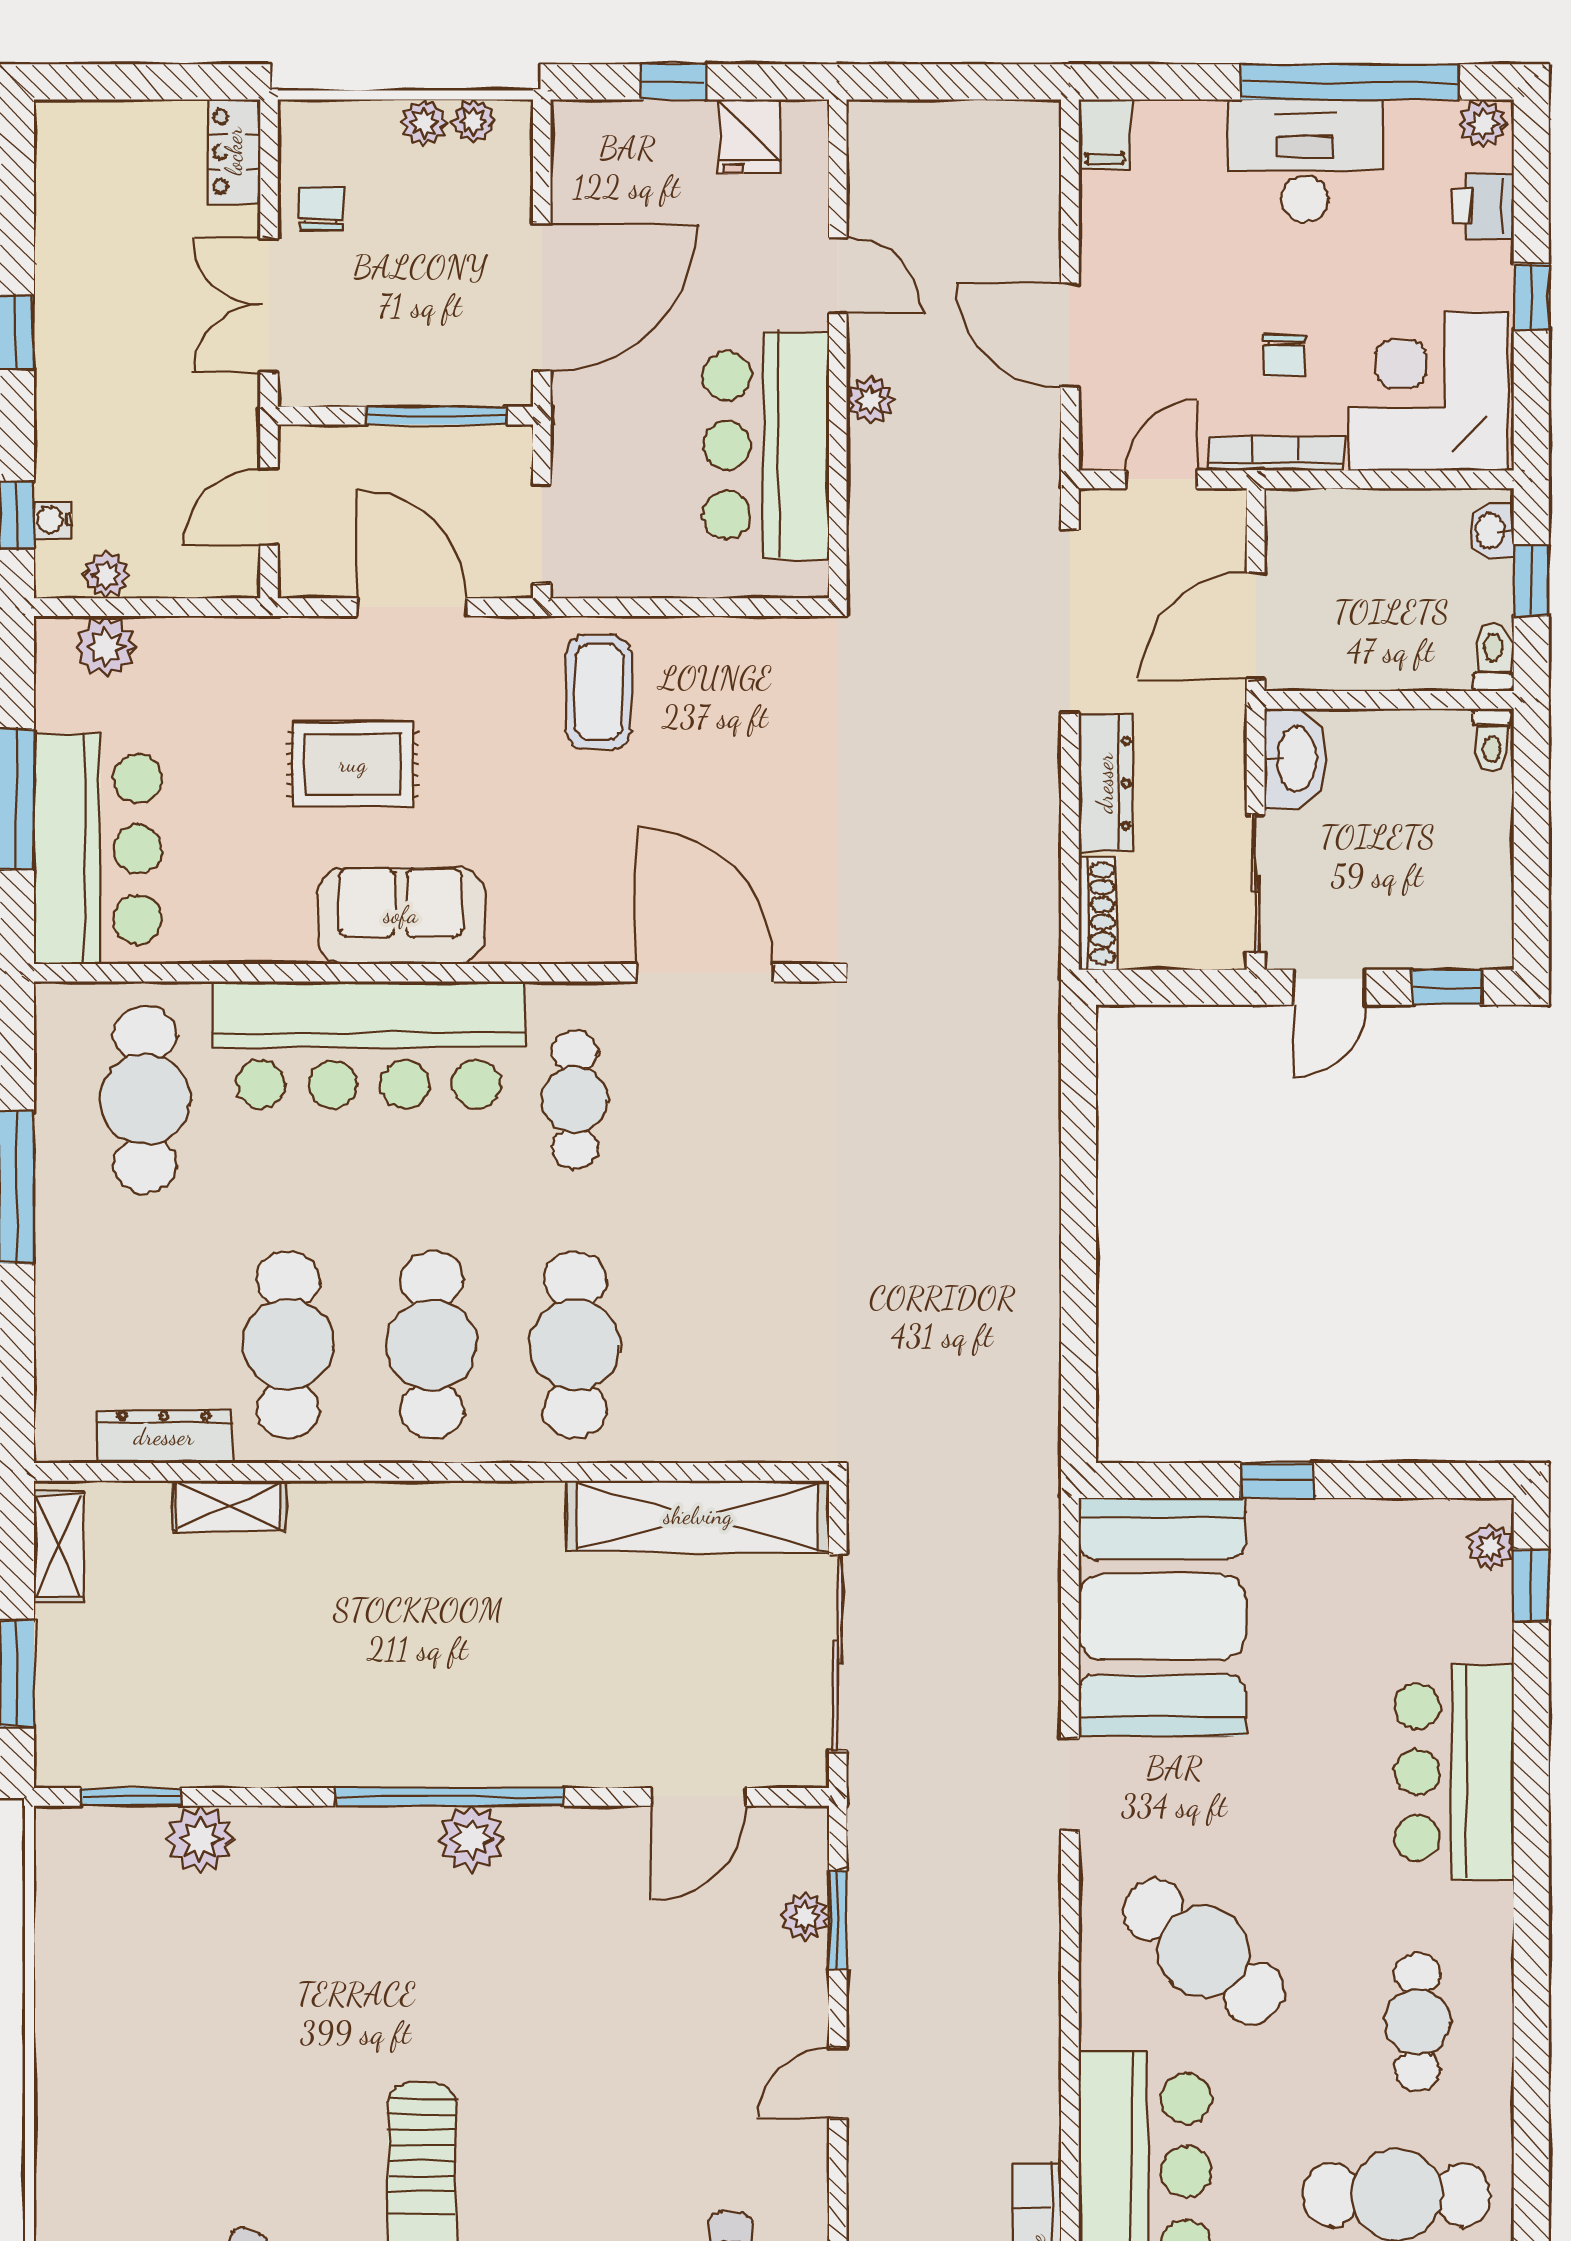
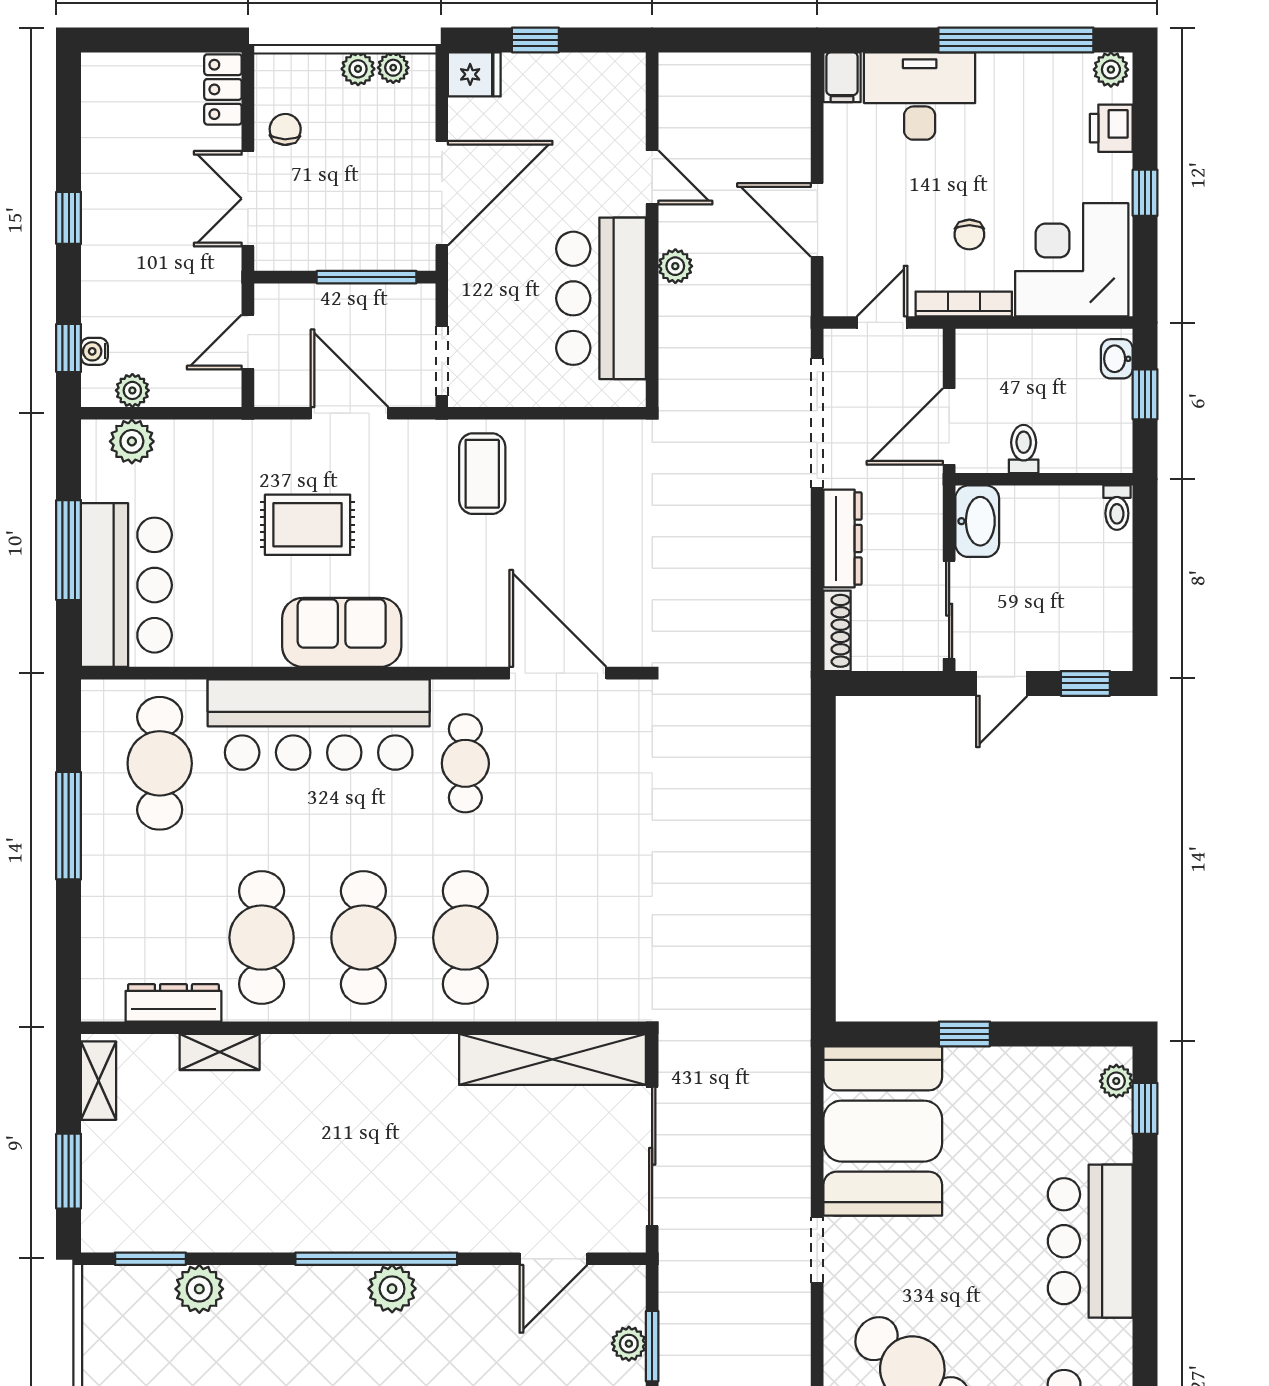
fridge: (750, 136) -> (474, 74), moved, turned -90
desk: (1305, 161) -> (920, 96), moved
toilet: (1493, 657) -> (1024, 449), moved

